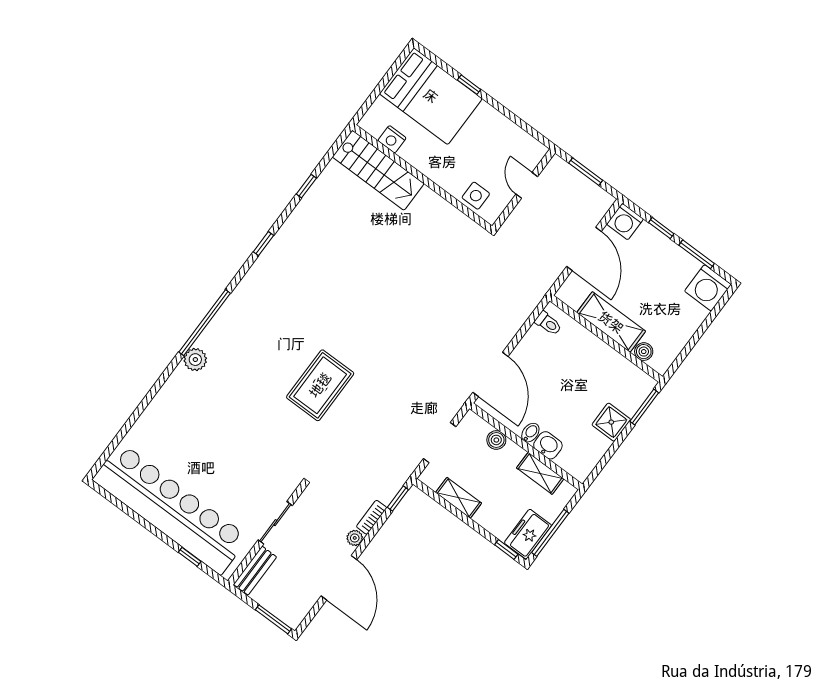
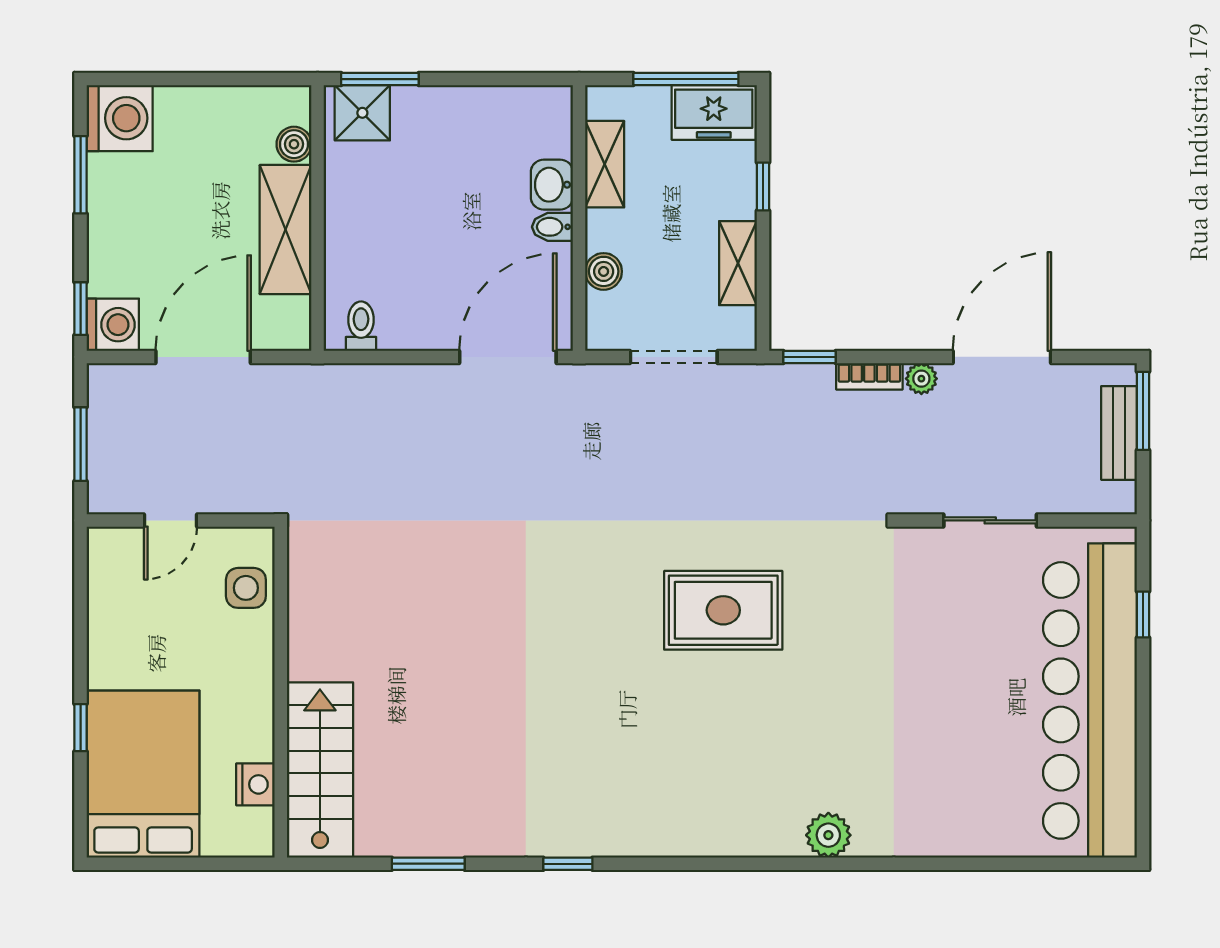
window: (306, 186) -> (428, 864), width x1.50
window: (661, 228) -> (81, 309), moved
window: (205, 323) -> (760, 864), removed
shower: (611, 422) -> (362, 113), moved
window: (506, 549) -> (763, 186), moved
bench: (255, 571) -> (1119, 433), moved, turned 90

